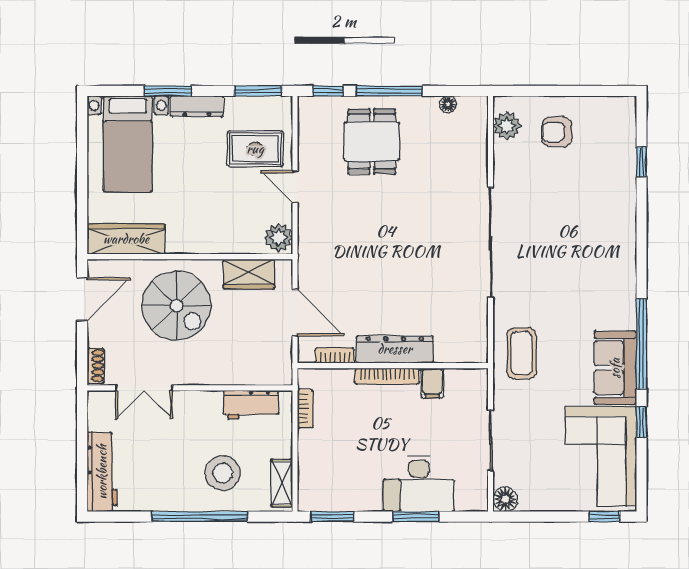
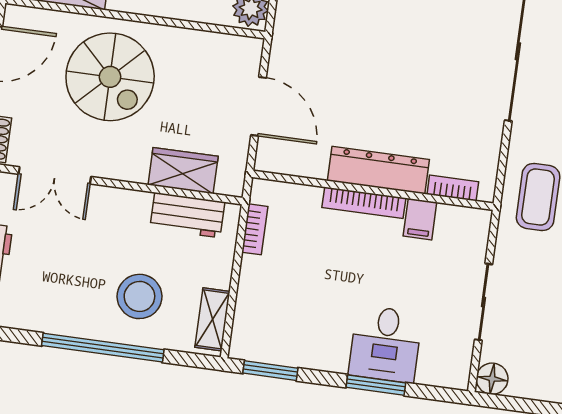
wardrobe: (249, 274) -> (183, 171), moved, turned 180
bookcase: (335, 355) -> (453, 188), moved
desk: (419, 484) -> (385, 344), width x0.73

